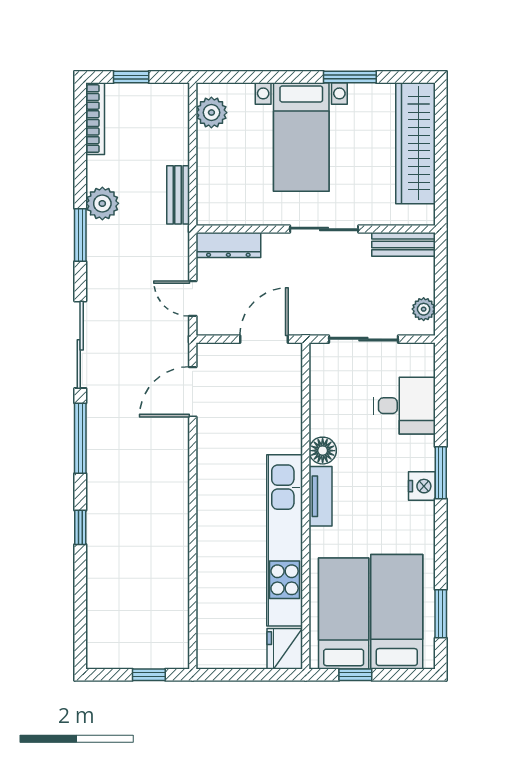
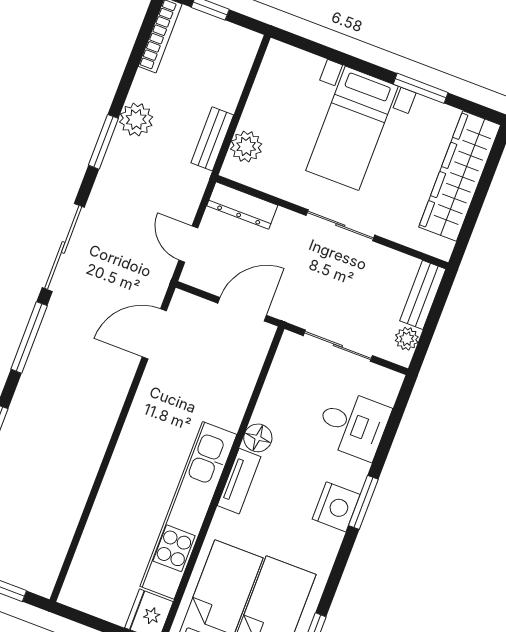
plant: (211, 113) -> (246, 146), moved
bench: (403, 244) -> (423, 295), moved, turned 90
nightstand: (422, 486) -> (336, 507), width x1.36, depth x1.33

